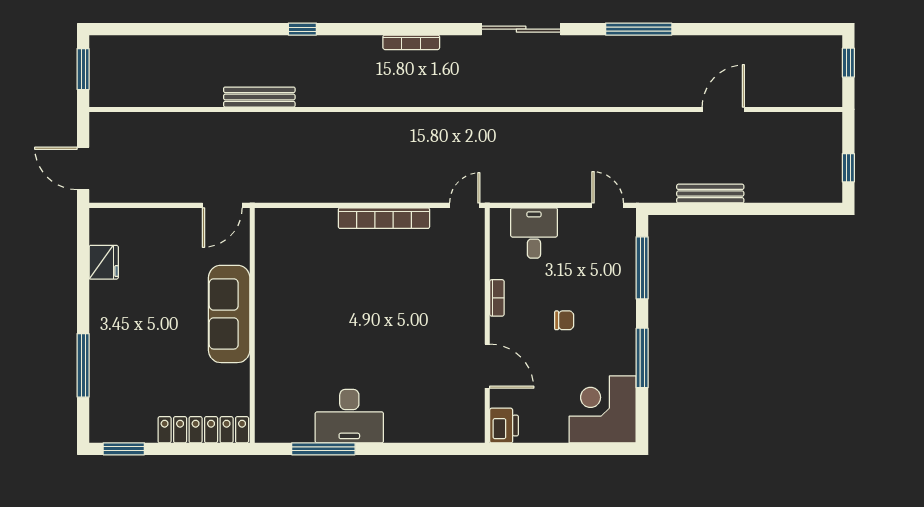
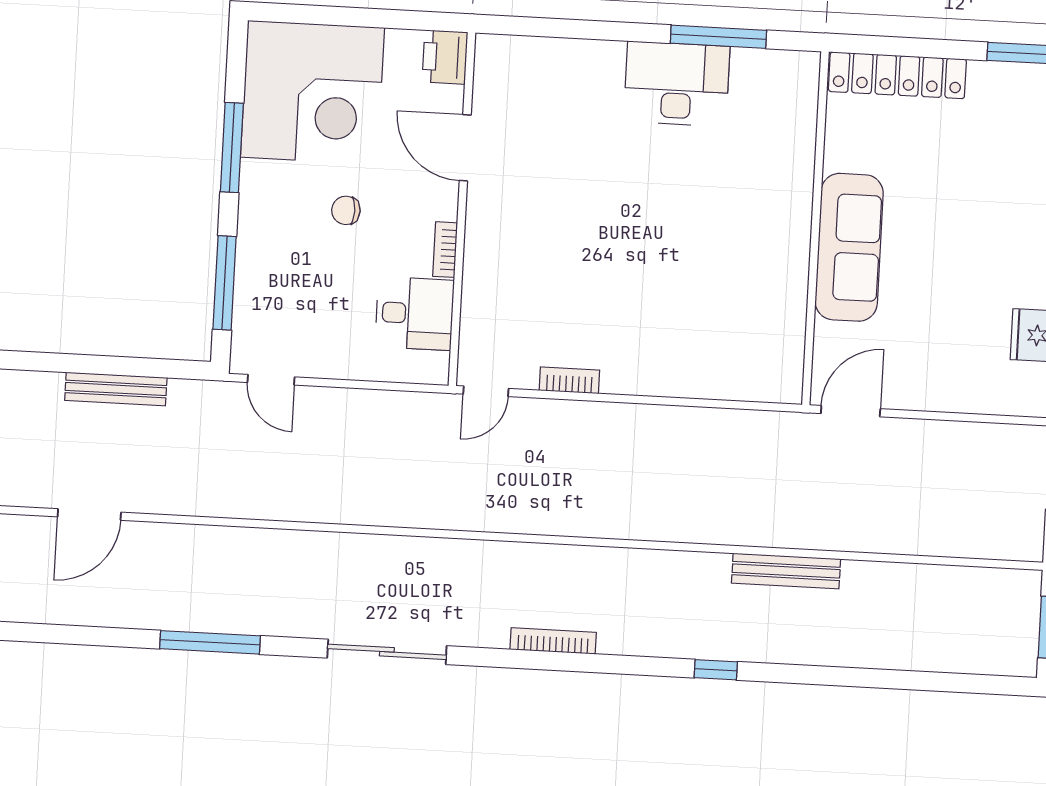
bookcase: (384, 218) -> (569, 380), width x0.43, depth x0.76
desk: (534, 233) -> (415, 313), moved, turned -90
corner desk: (603, 409) -> (312, 92), width x1.36, depth x1.36

